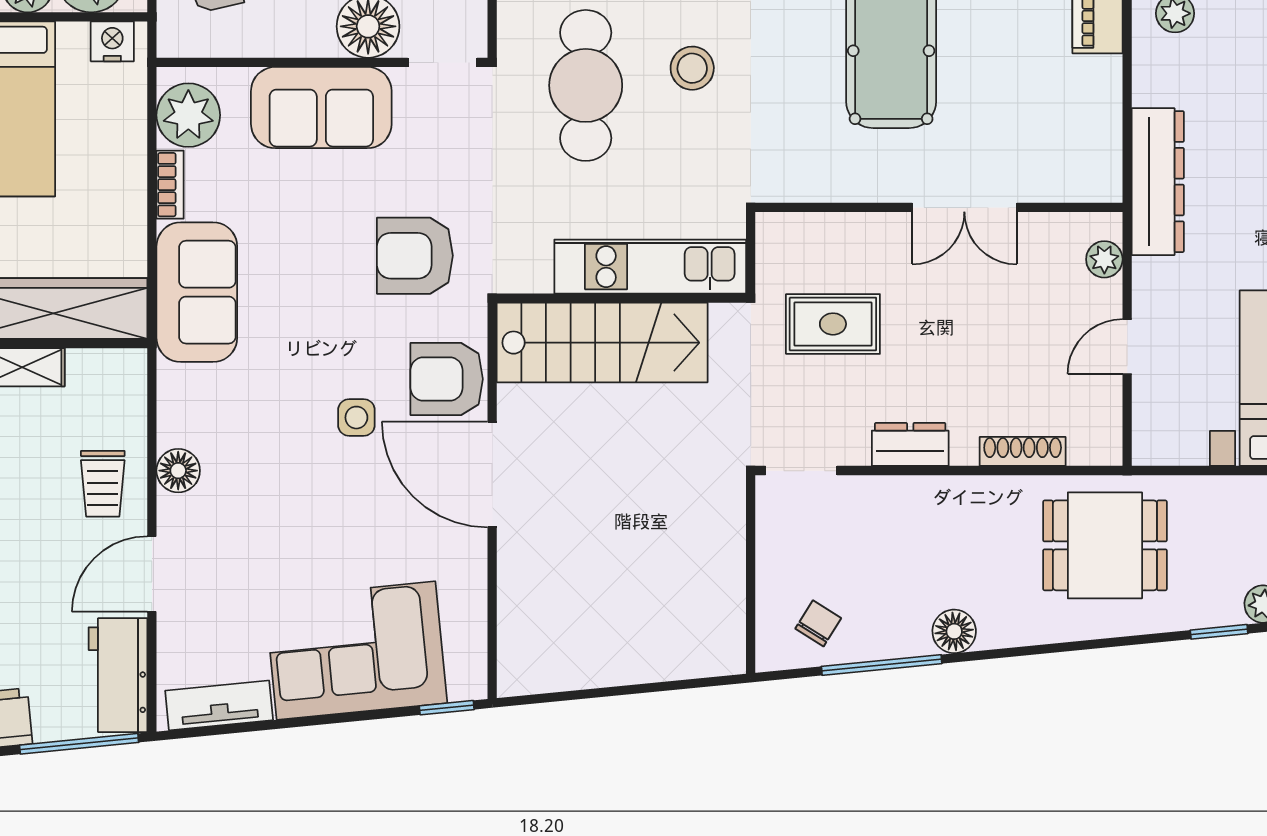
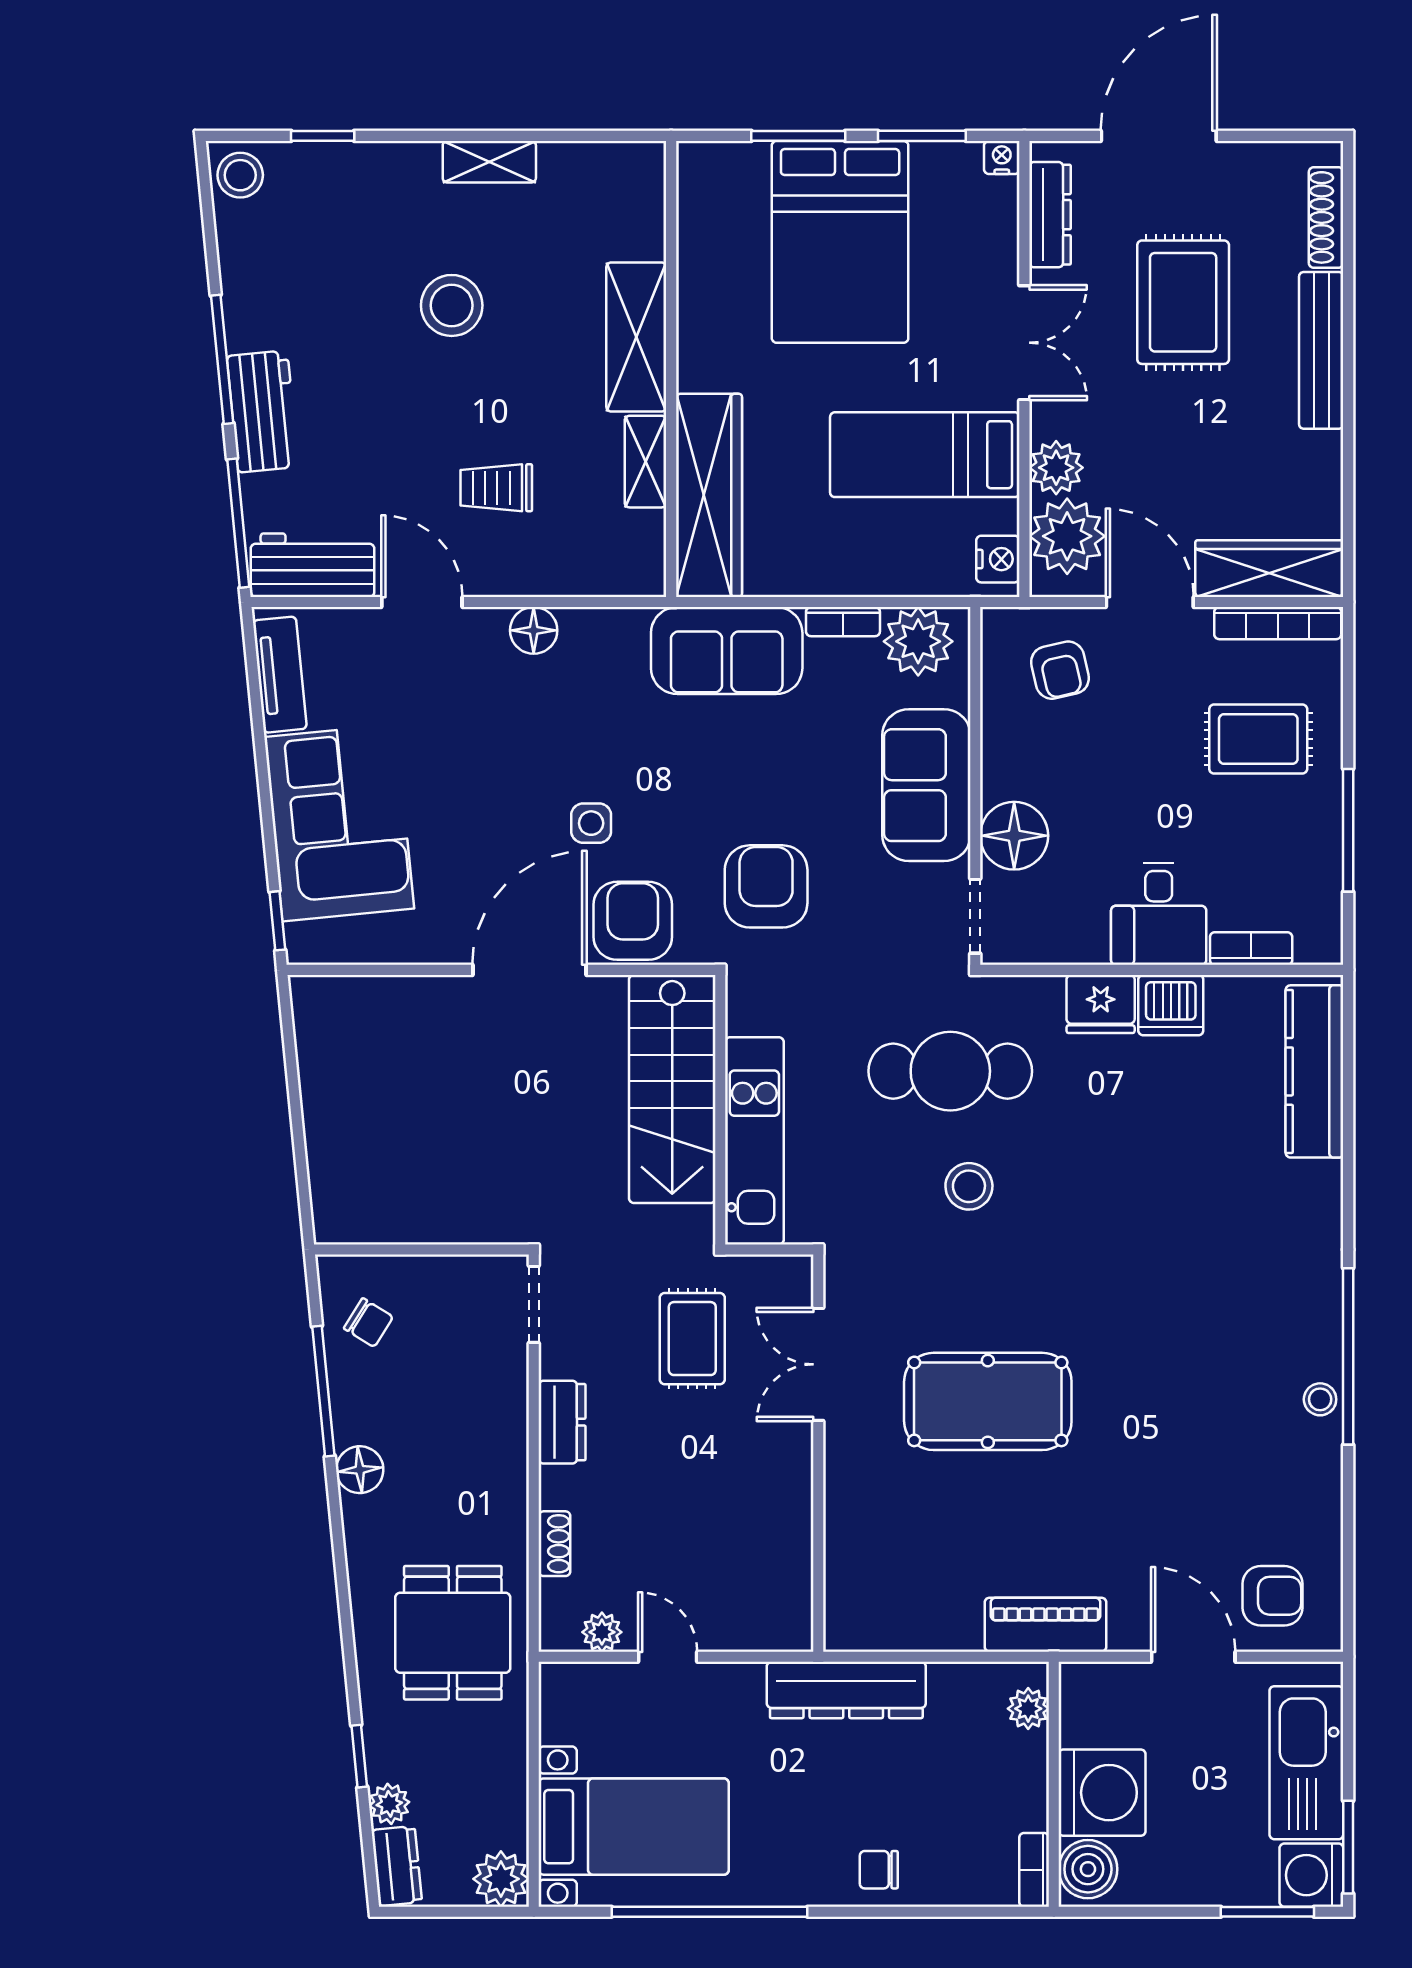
double door: (964, 207) -> (818, 1364), moved
plant: (1104, 259) -> (602, 1632), moved
shoe rack: (1023, 451) -> (554, 1544), width x0.70
trolley: (103, 484) -> (496, 488), moved

